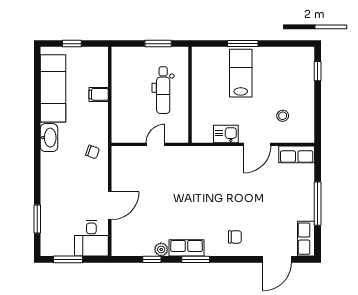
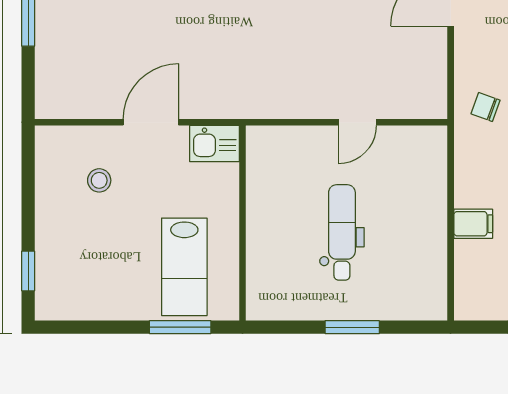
wall: (190, 95) -> (243, 223), moved
row of seats: (297, 154) -> (71, 102), removed

